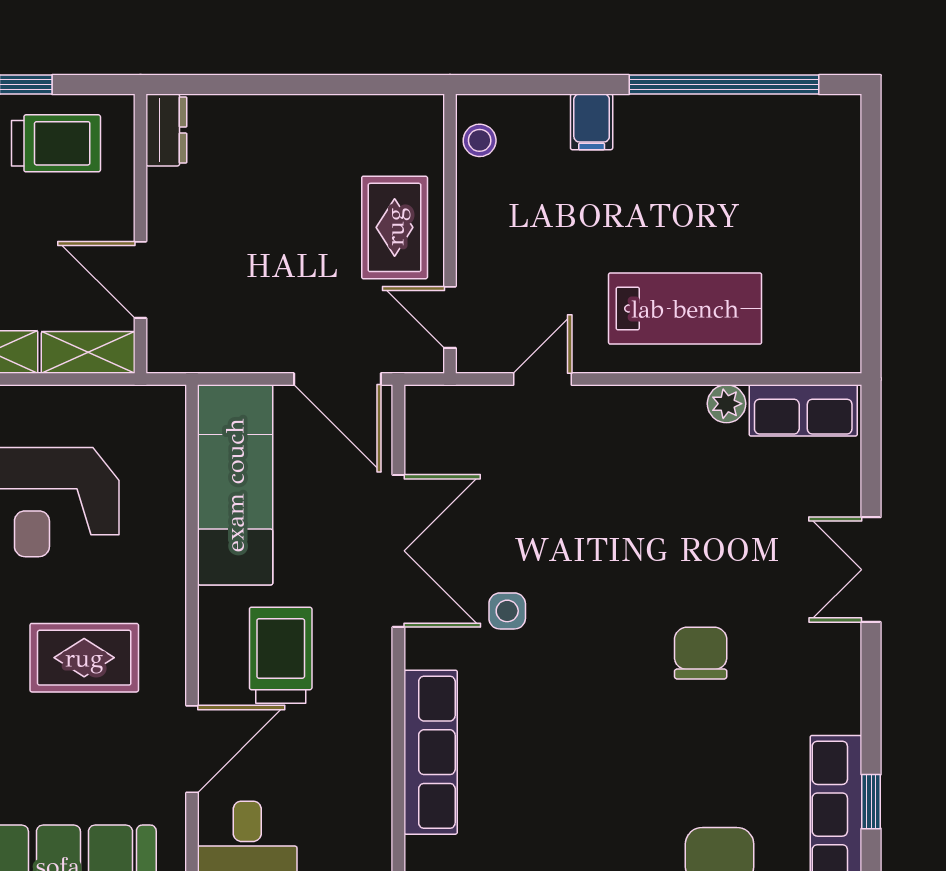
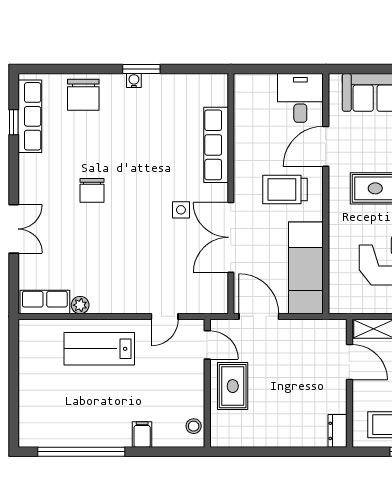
trolley: (281, 655) -> (285, 190), turned 90

